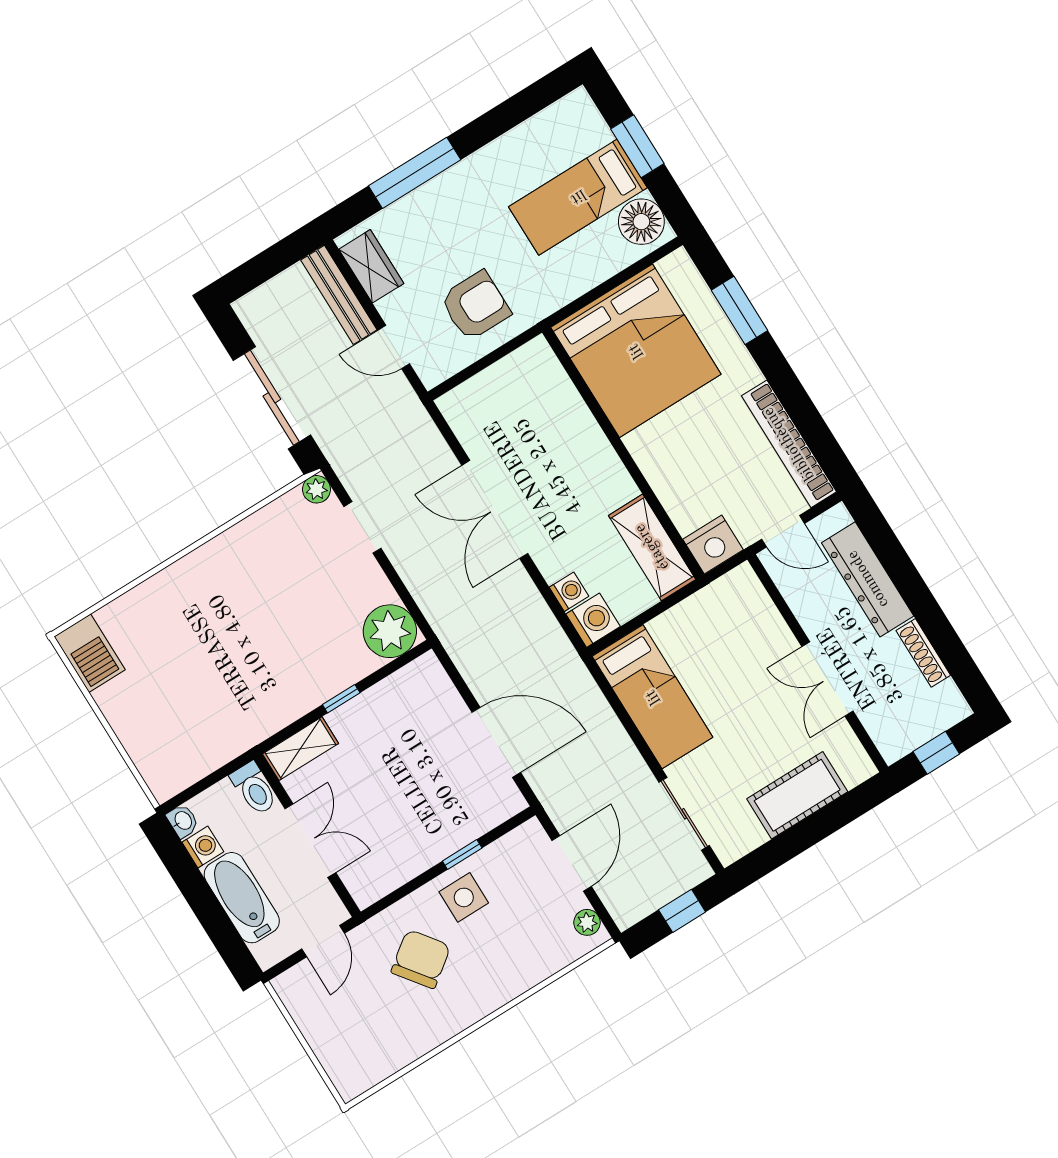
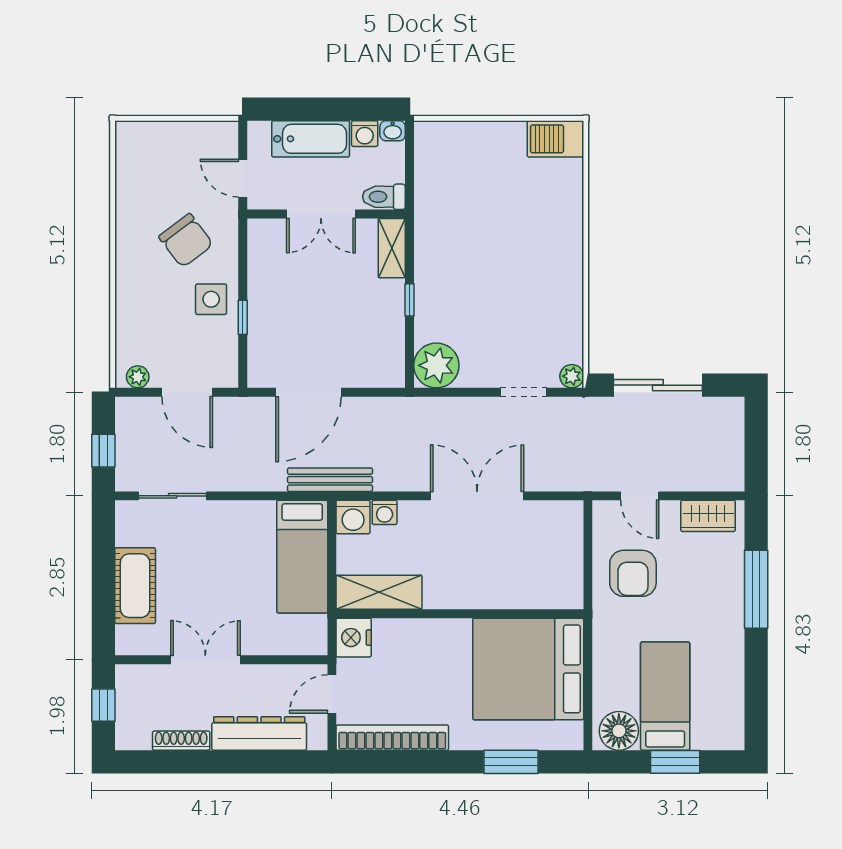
bench: (339, 295) -> (330, 480), moved
door: (394, 347) -> (640, 496), swing flipped
bed: (653, 697) -> (302, 557), moved, turned -90

